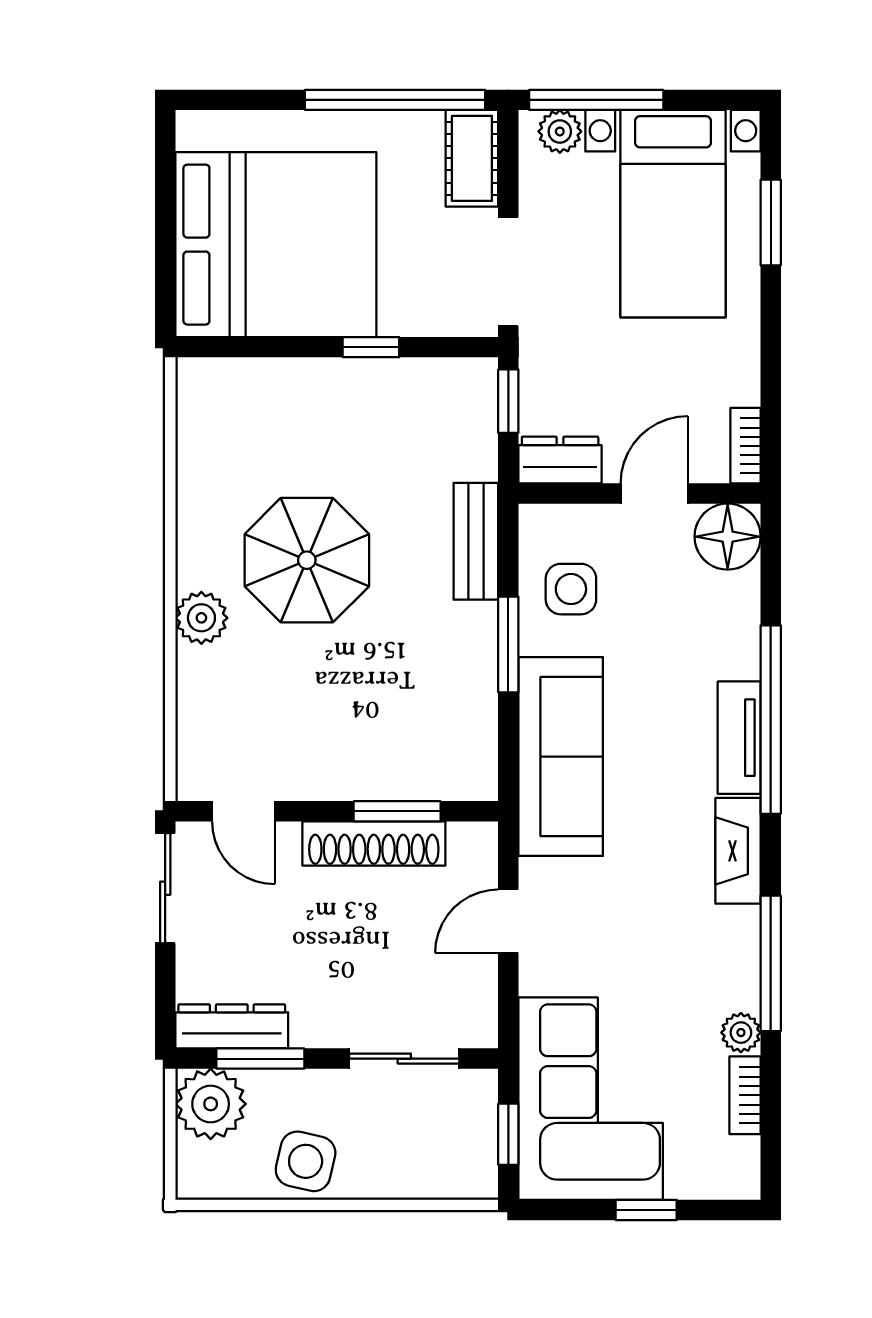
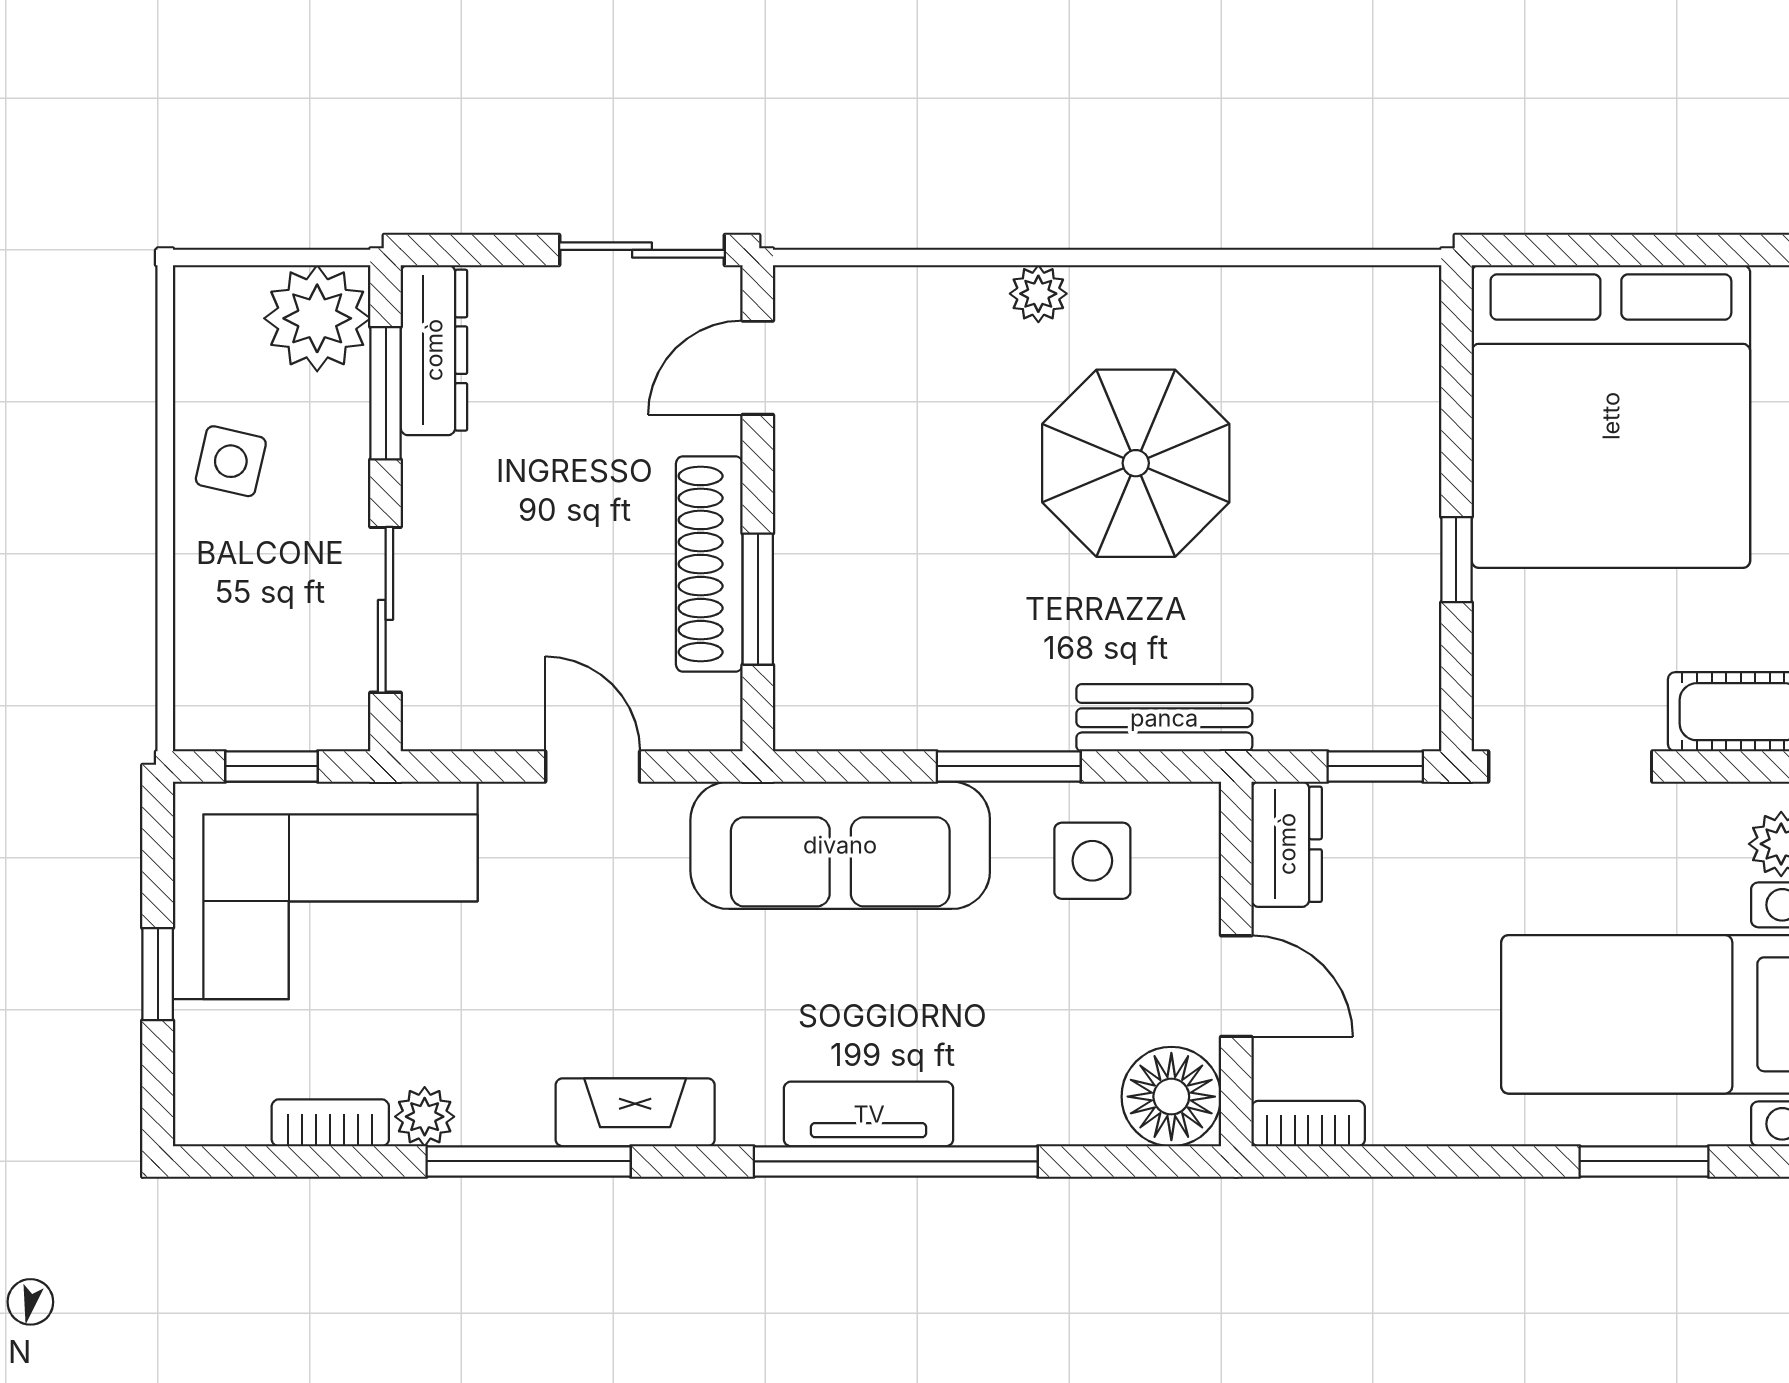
plant: (201, 618) -> (1038, 294), width x0.73, depth x0.73
fireplace: (738, 851) -> (635, 1112), moved
side table: (306, 1161) -> (231, 461), width x0.73, depth x0.73

